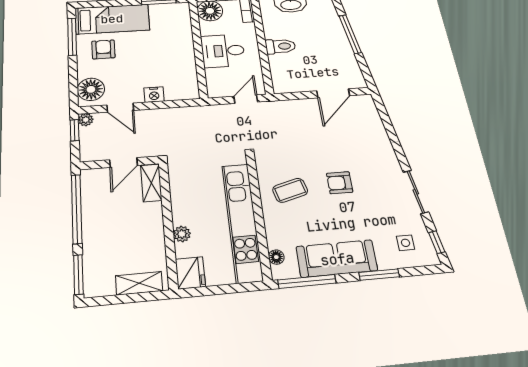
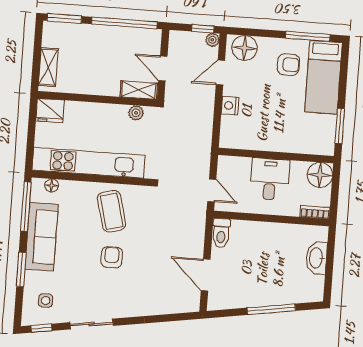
toilet: (280, 46) -> (221, 233), moved
coffee table: (290, 190) -> (112, 211), width x1.36, depth x1.30
plant: (182, 234) -> (136, 113), moved

